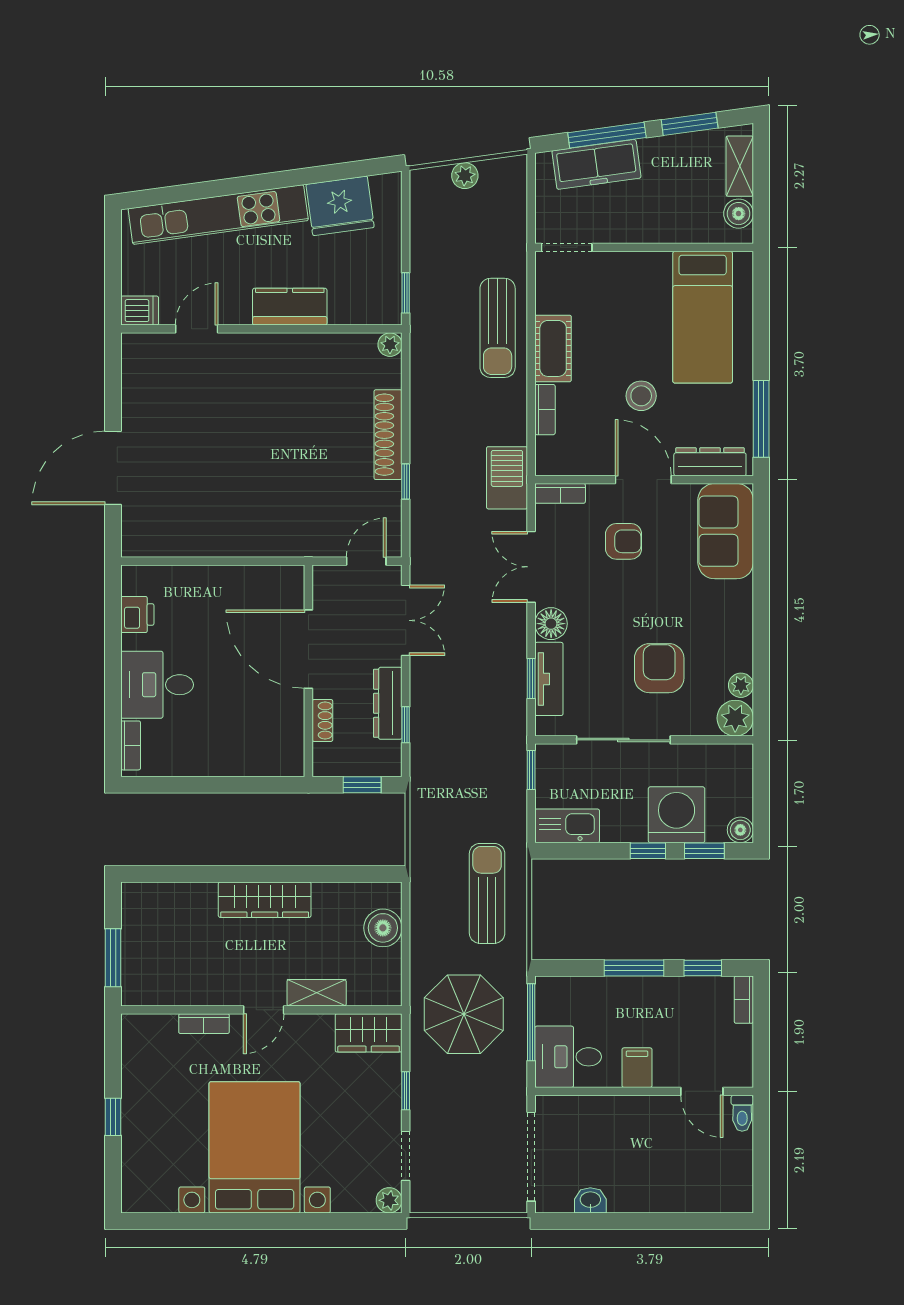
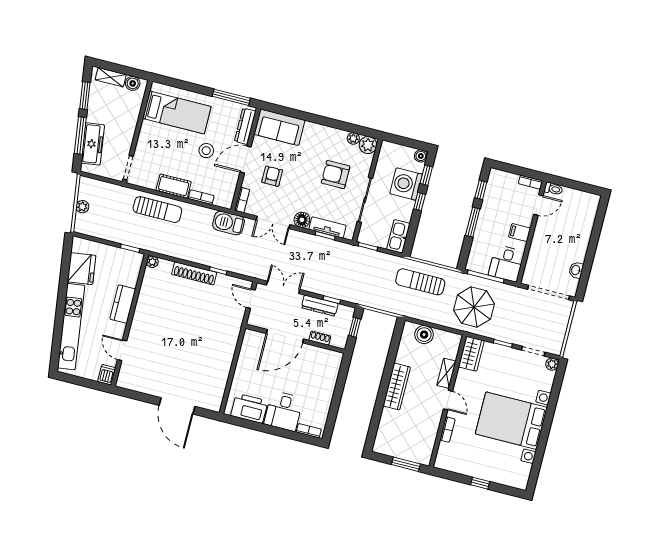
printer: (137, 614) -> (249, 408), width x1.87, depth x1.48
bookcase: (744, 1000) -> (530, 182), moved

